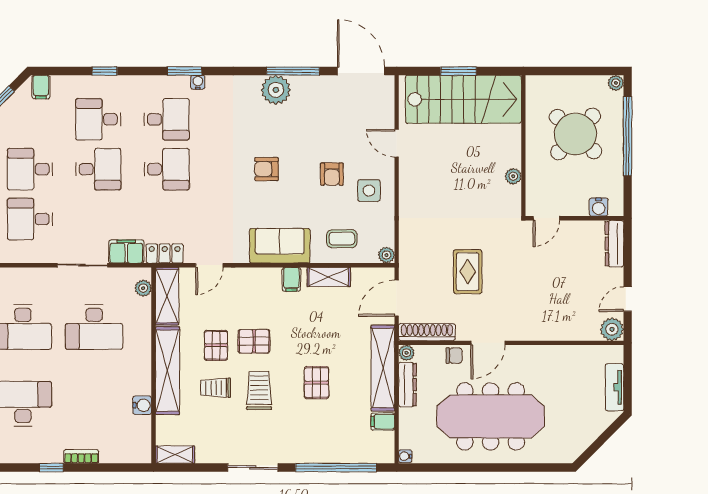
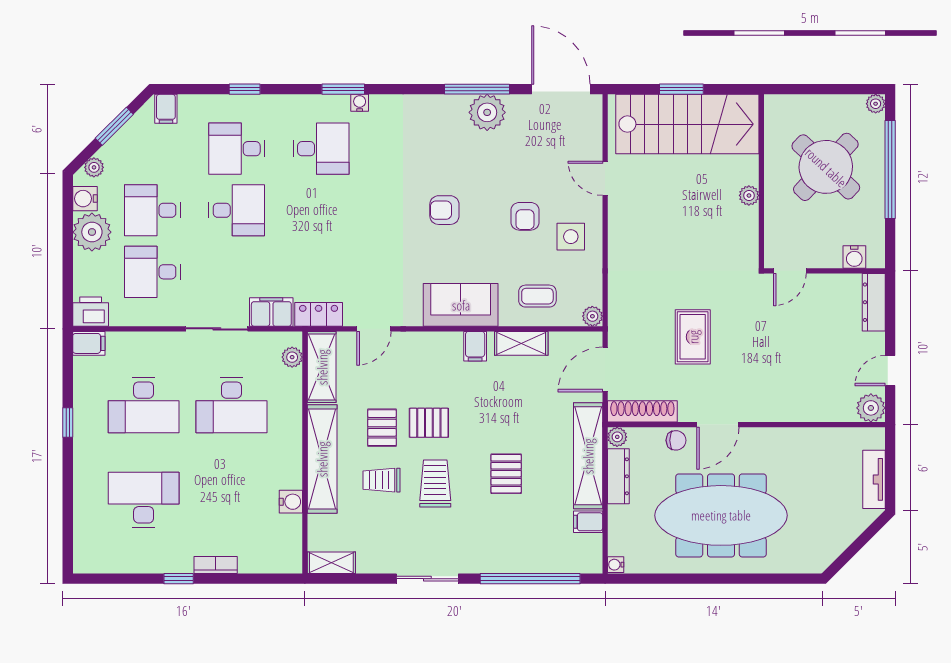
plant: (276, 90) -> (487, 112), moved
desk: (167, 169) -> (321, 210), removed
plant: (513, 176) -> (749, 195), moved

